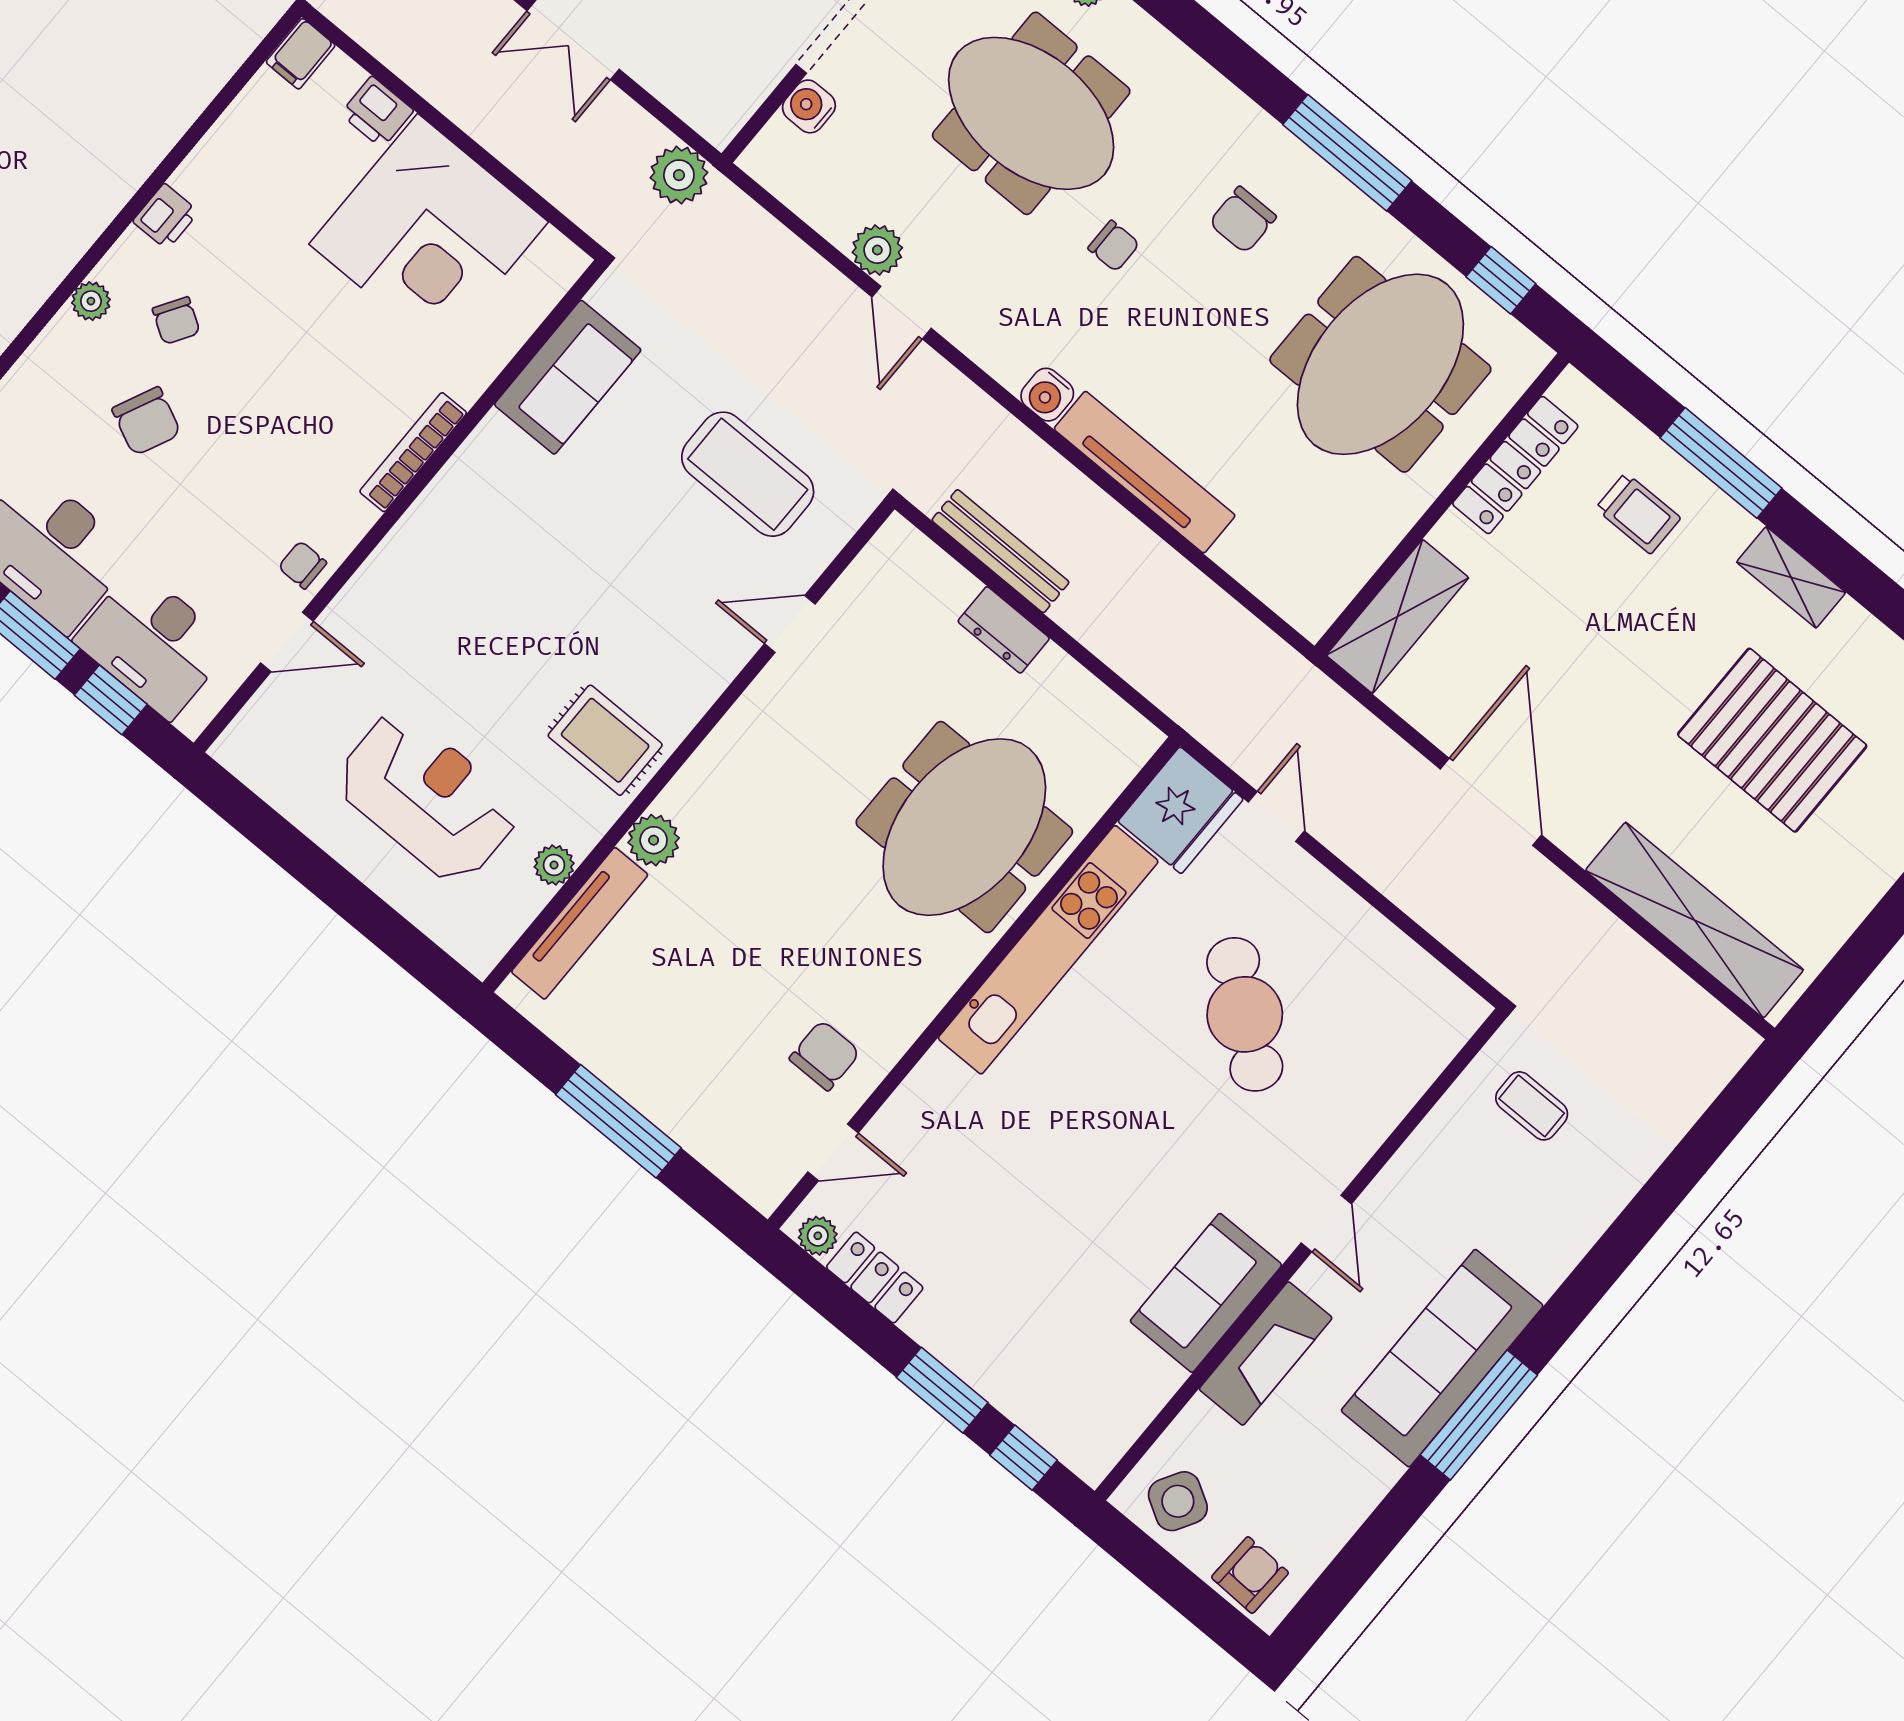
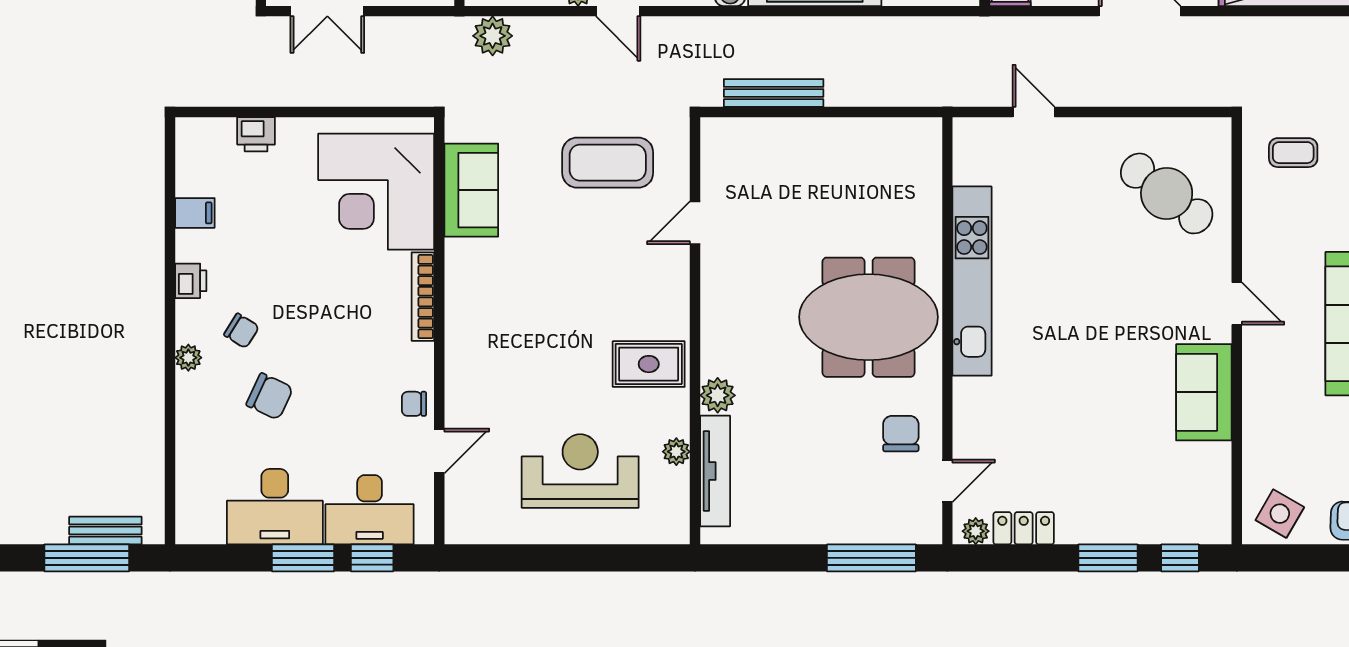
filing cabinet: (301, 54) -> (195, 213), moved, turned -90
plant: (679, 175) -> (493, 36), moved
corner desk: (429, 233) -> (376, 192), moved, turned 90
dresser: (1004, 630) -> (810, 133), removed
fridge: (1181, 810) -> (981, 150), removed
meeting table: (964, 827) -> (869, 317), moved, turned 90
cafe table: (1245, 1014) -> (1167, 193), moved
window: (618, 1121) -> (871, 558), moved
fireplace: (1266, 1354) -> (1262, 398), removed

